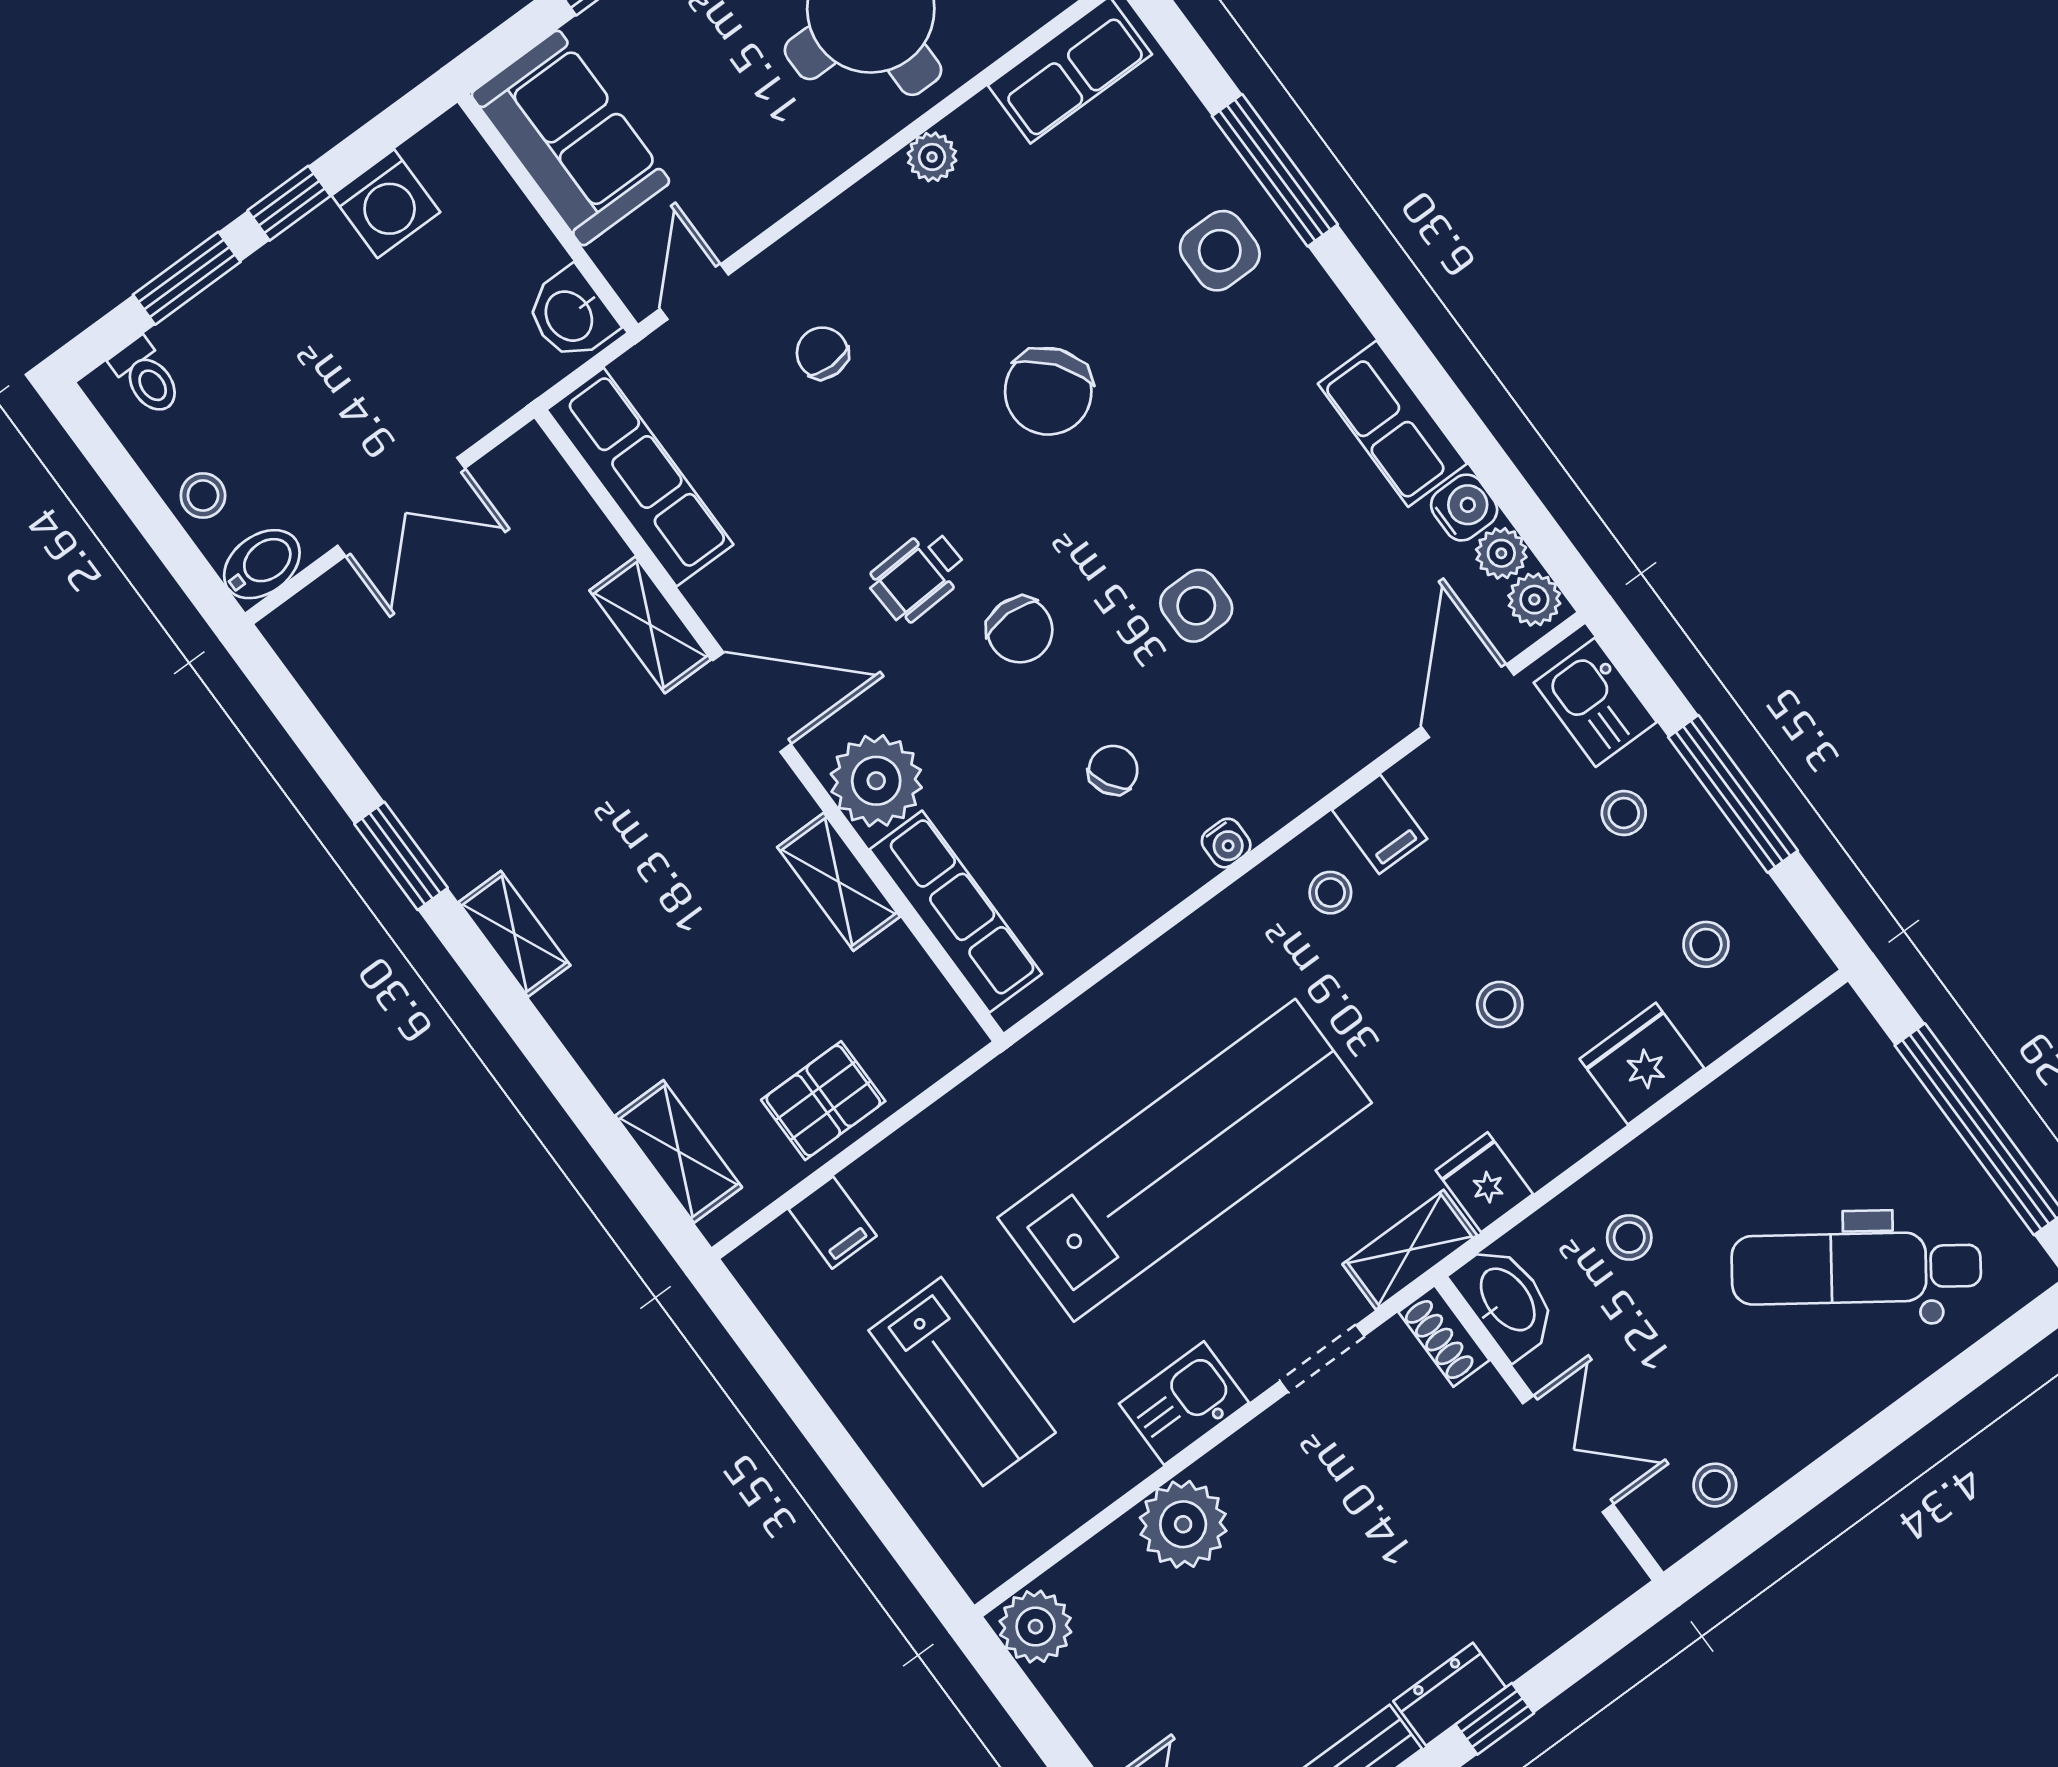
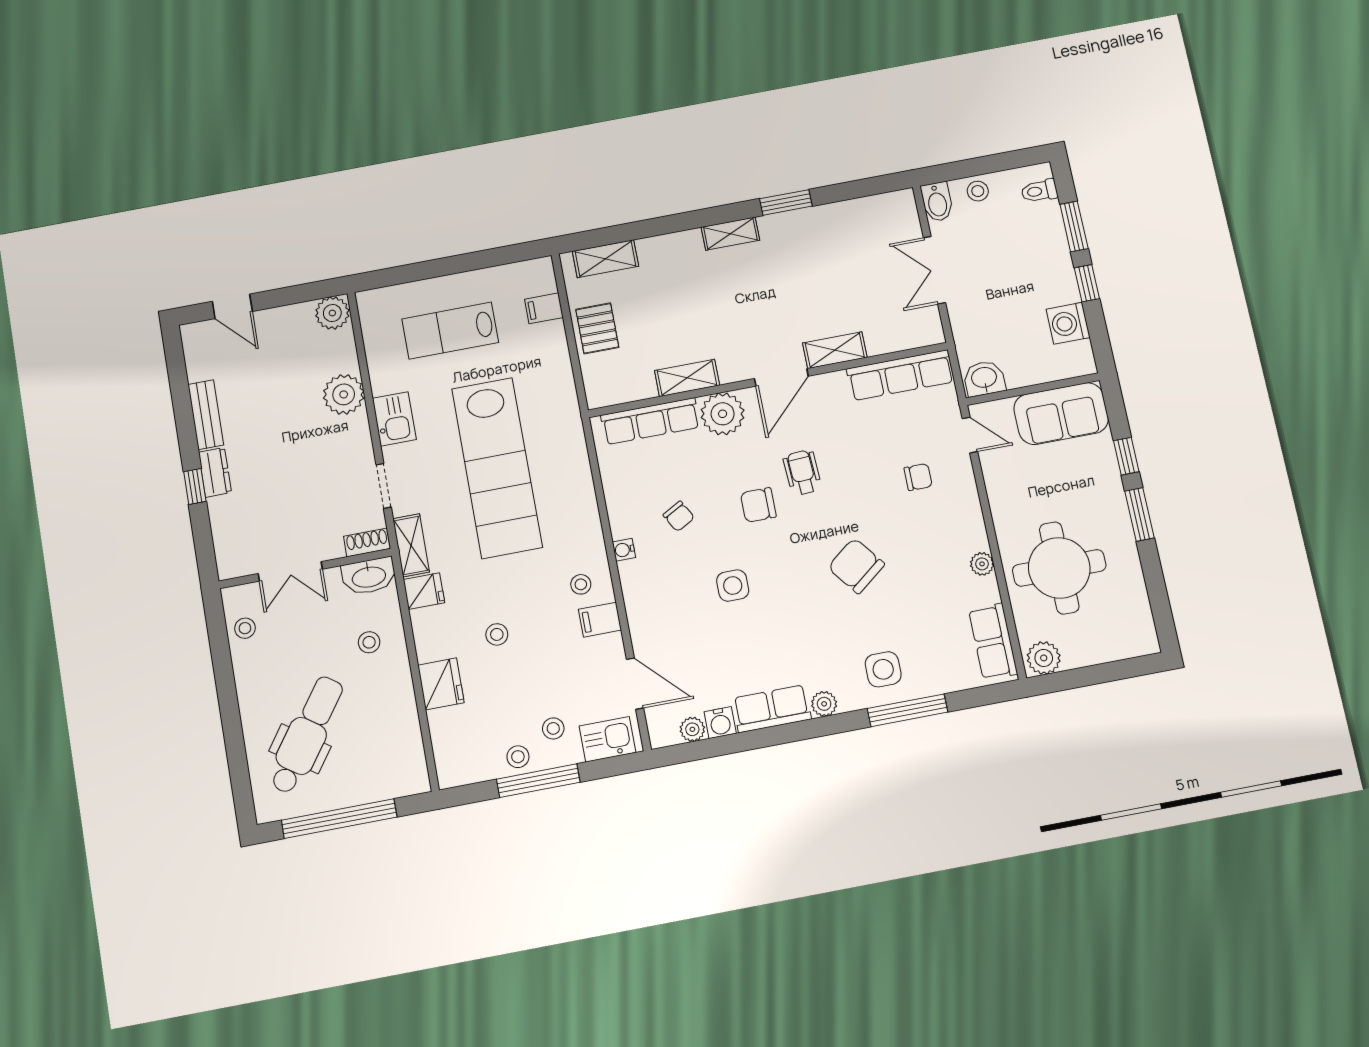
plant: (1534, 600) -> (824, 704), moved
stool: (1706, 944) -> (518, 757), moved

